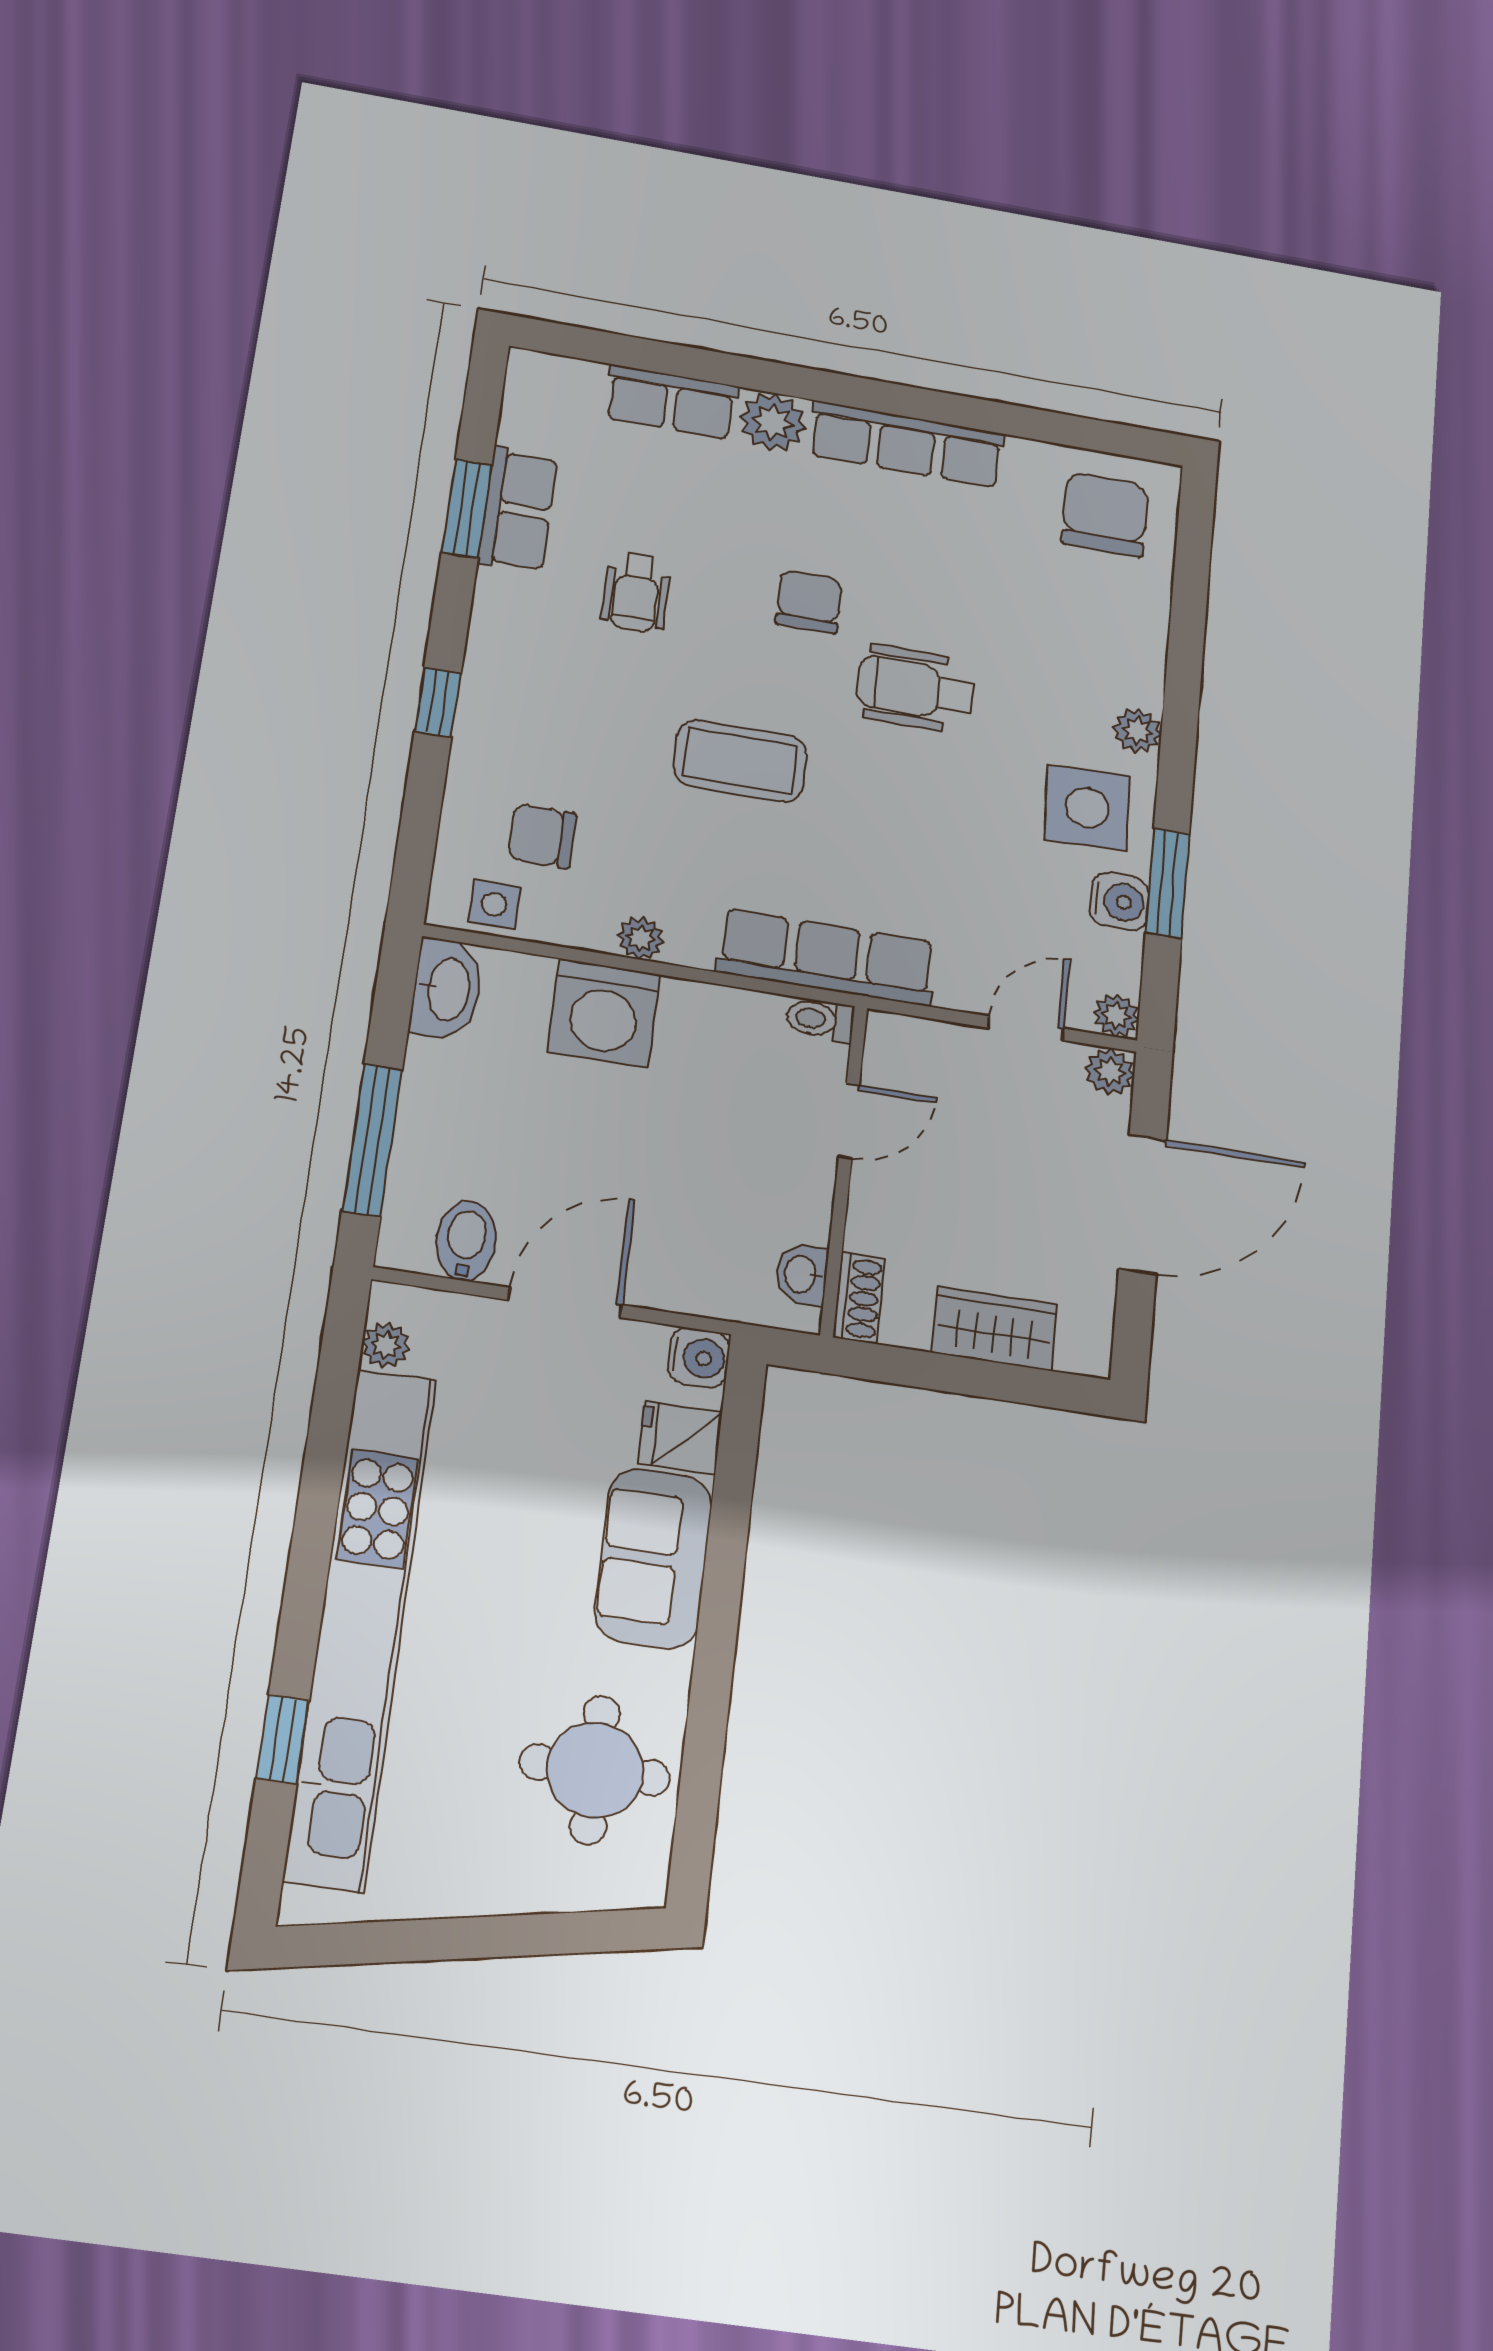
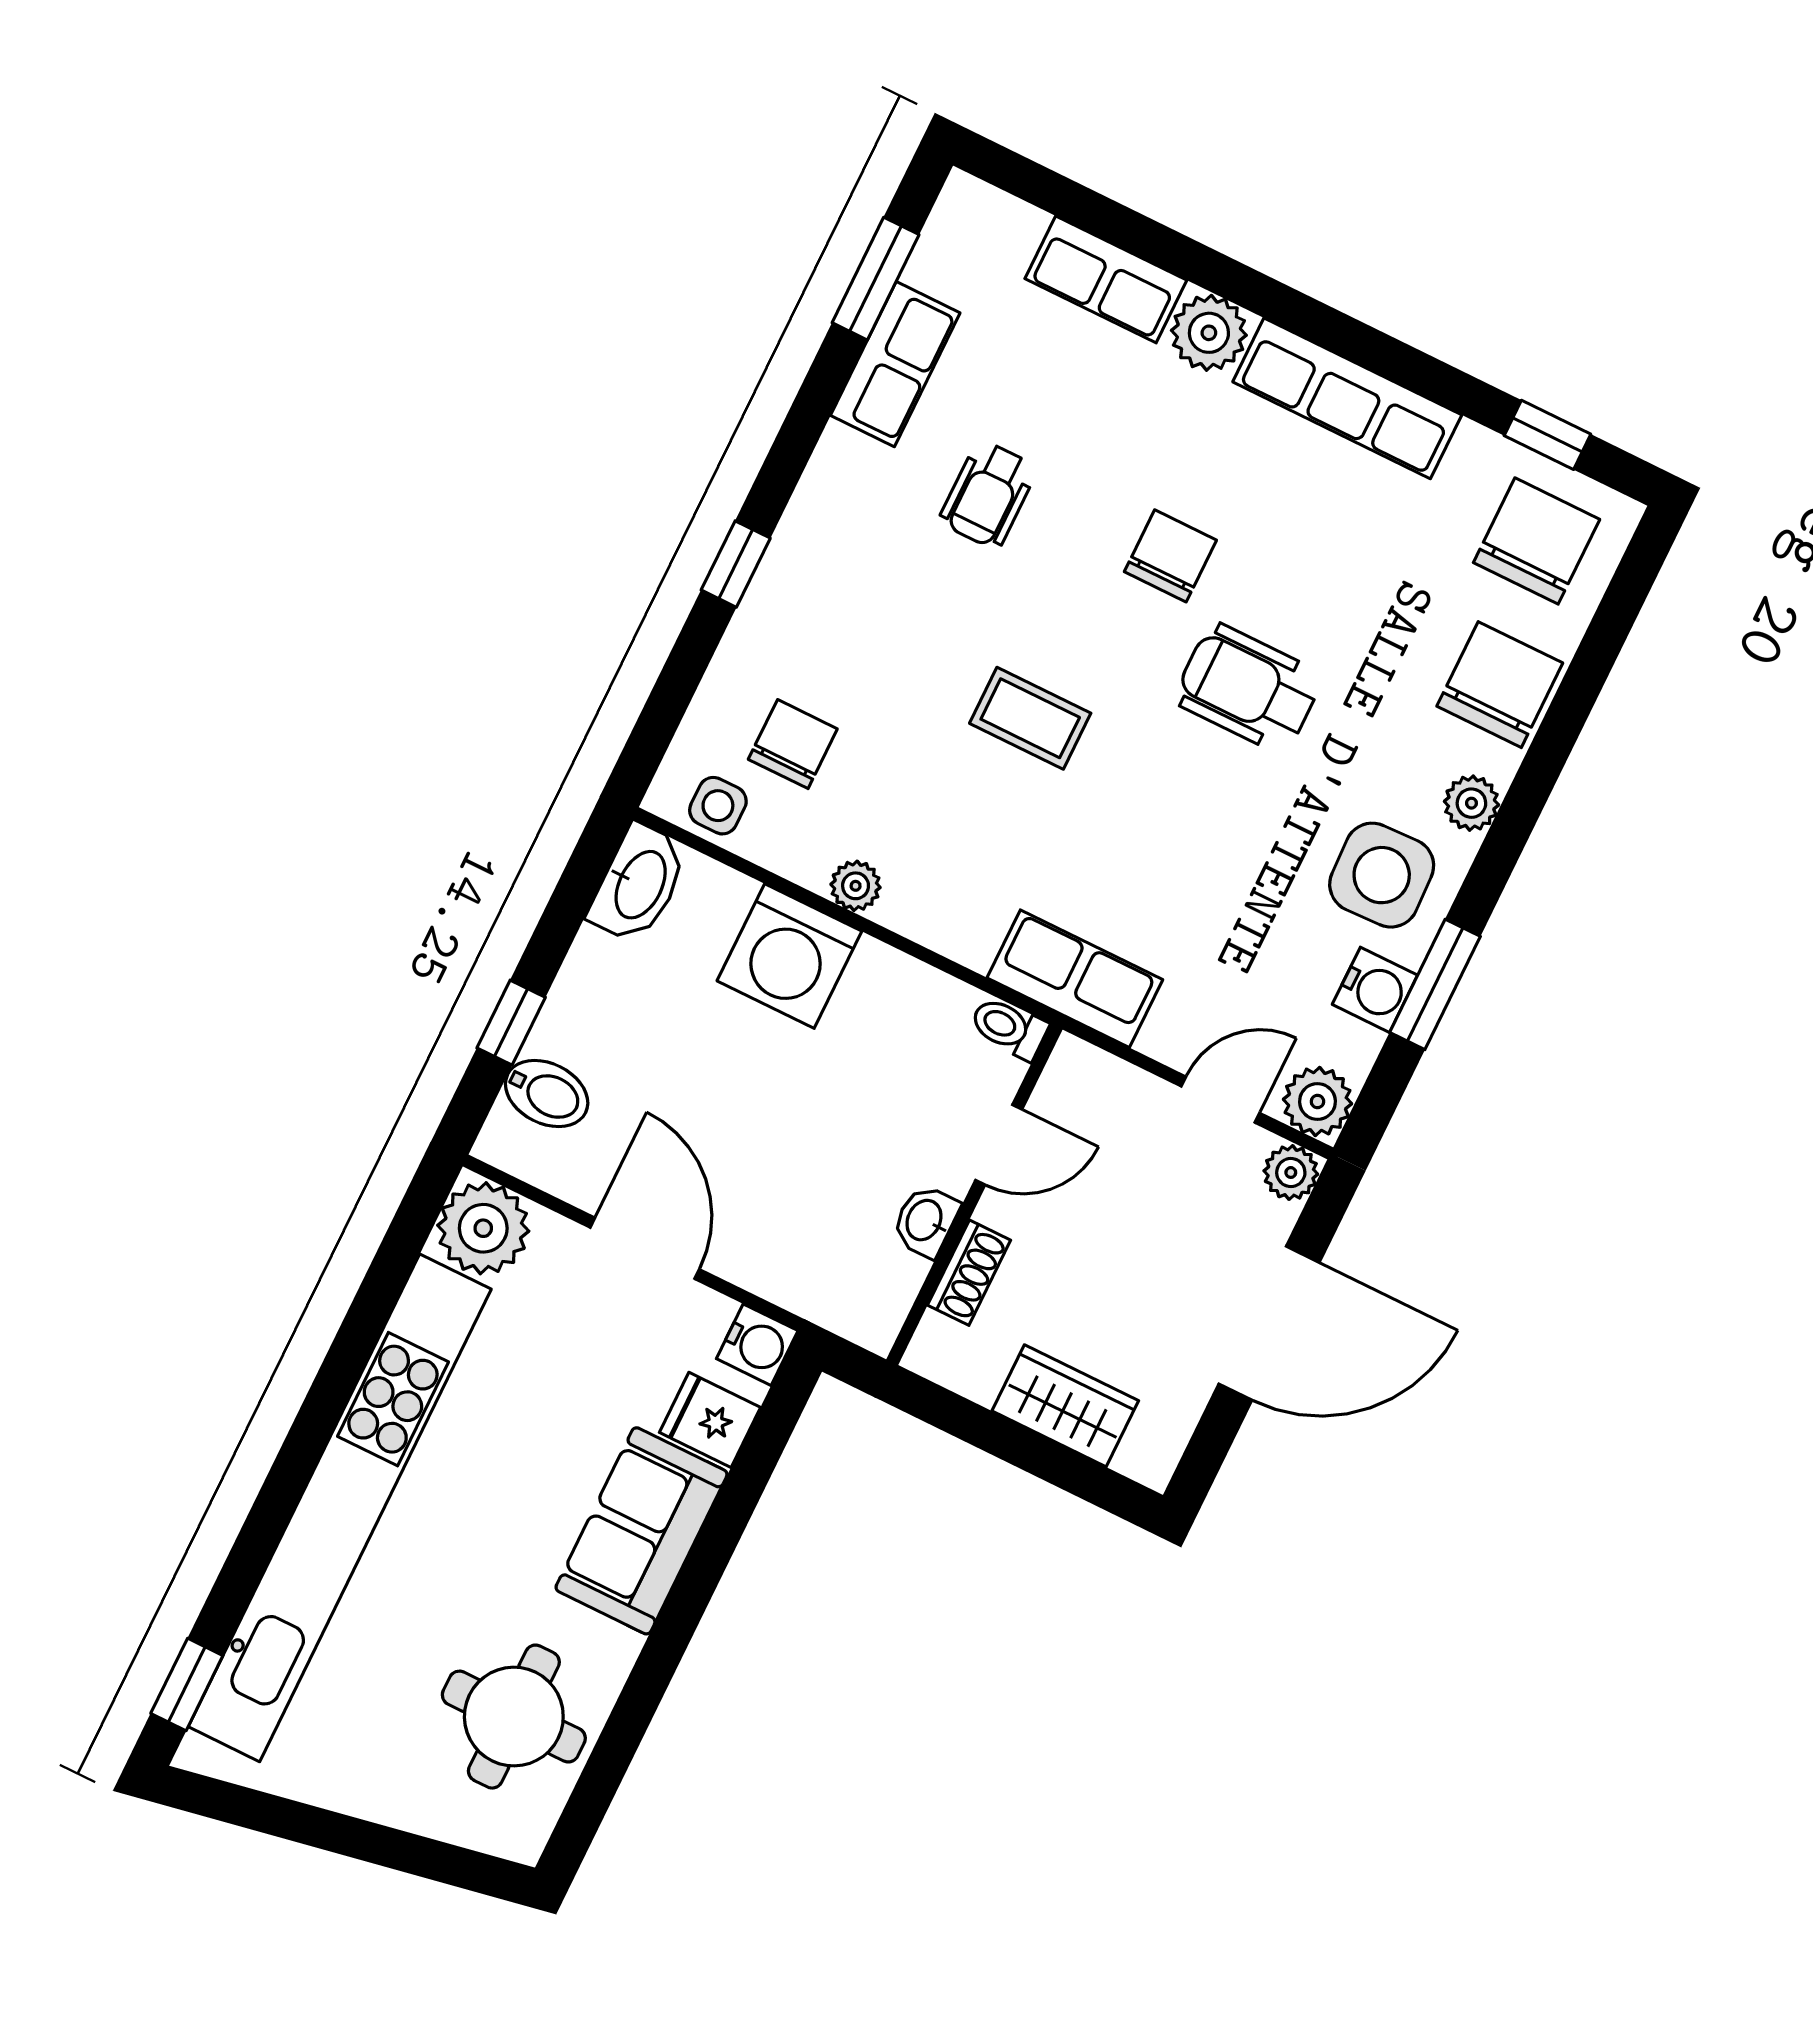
window: (1080, 432) -> (1547, 435), added
window: (467, 509) -> (876, 279), moved
chair: (1122, 632) -> (1500, 685), added
coffee table: (740, 761) -> (1030, 718), width x0.73, depth x0.77
chair: (542, 836) -> (793, 744), turned 90
row of seats: (827, 957) -> (1075, 979), width x0.68
plant: (1116, 1016) -> (1317, 1101), width x1.38, depth x1.38
window: (372, 1140) -> (511, 1023), width x0.46
bidet: (466, 1241) -> (547, 1093), moved, turned 90
washbasin: (802, 1274) -> (925, 1221), moved
shoe rack: (859, 1298) -> (969, 1273), moved
door: (565, 1303) -> (645, 1248), hinge flipped
plant: (386, 1345) -> (483, 1228), width x1.87, depth x1.87
window: (283, 1740) -> (187, 1685), moved

